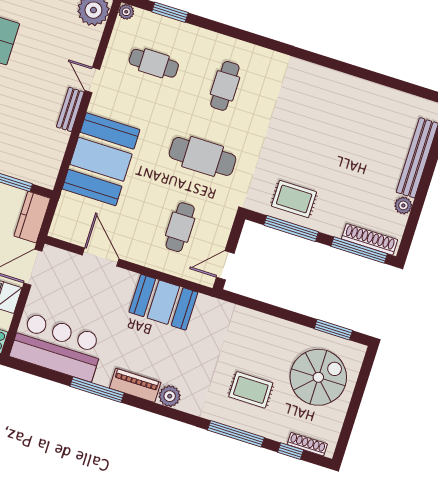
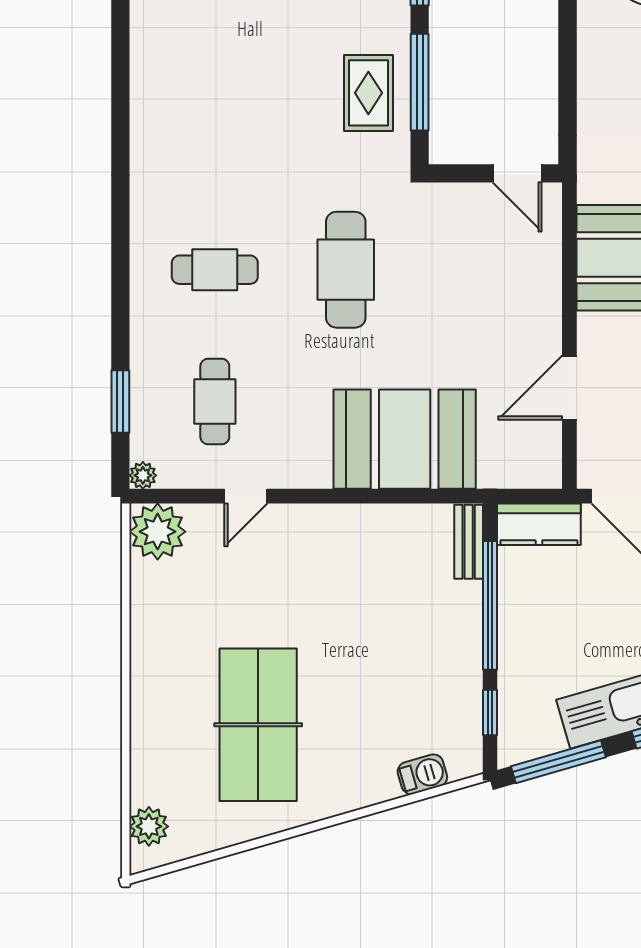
door: (92, 80) -> (246, 496), moved
bench: (70, 109) -> (469, 542), moved, turned 90
cafe table: (180, 227) -> (477, 270), removed

